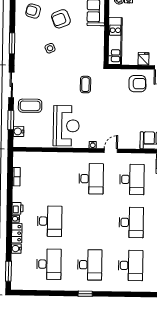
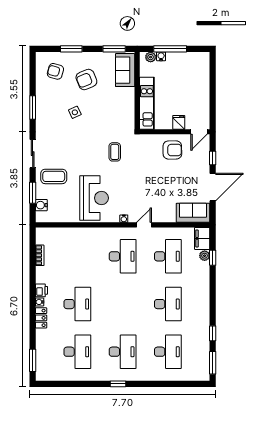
water cooler: (16, 249) -> (41, 335), removed

